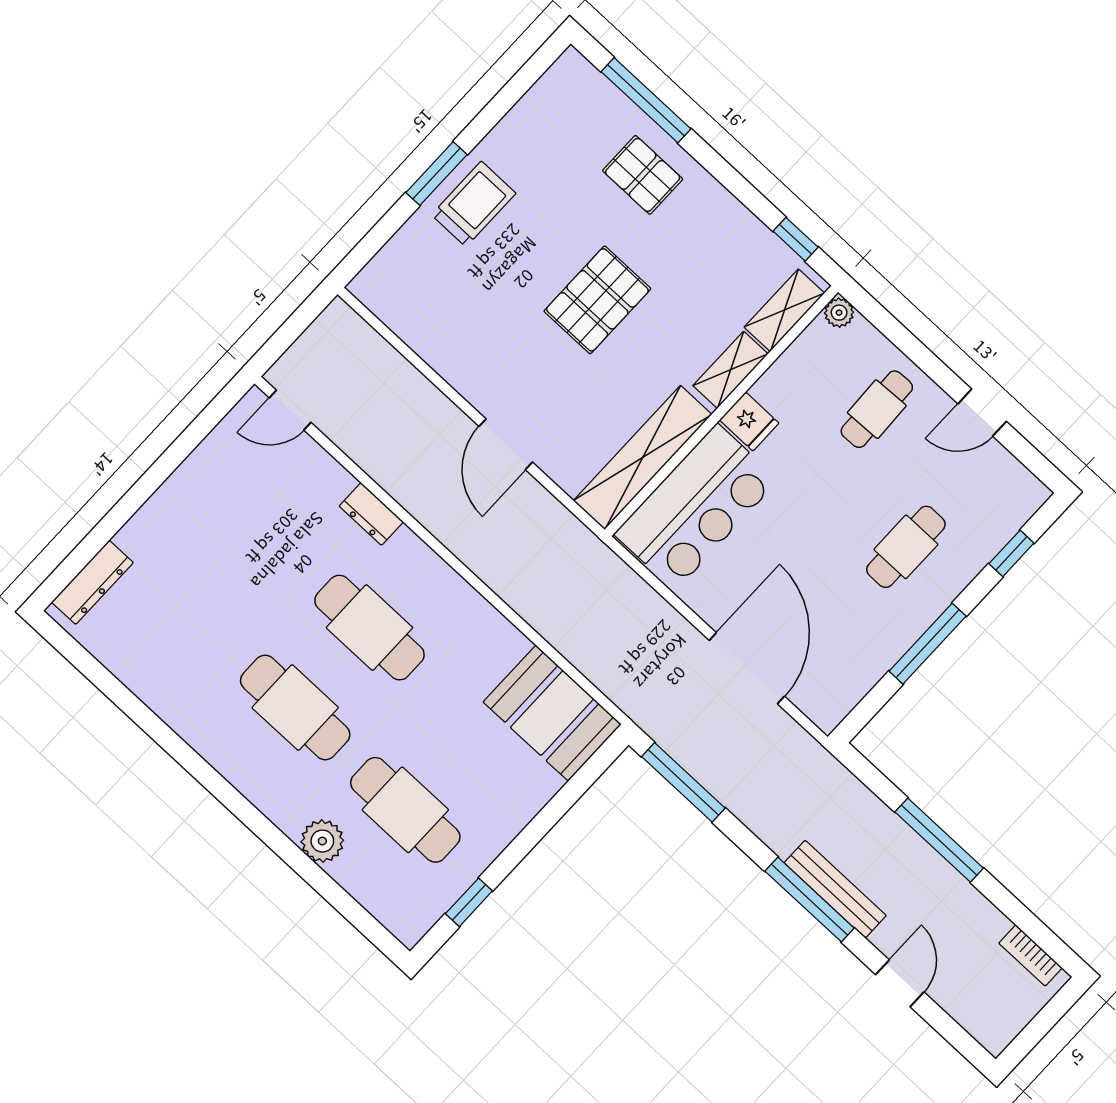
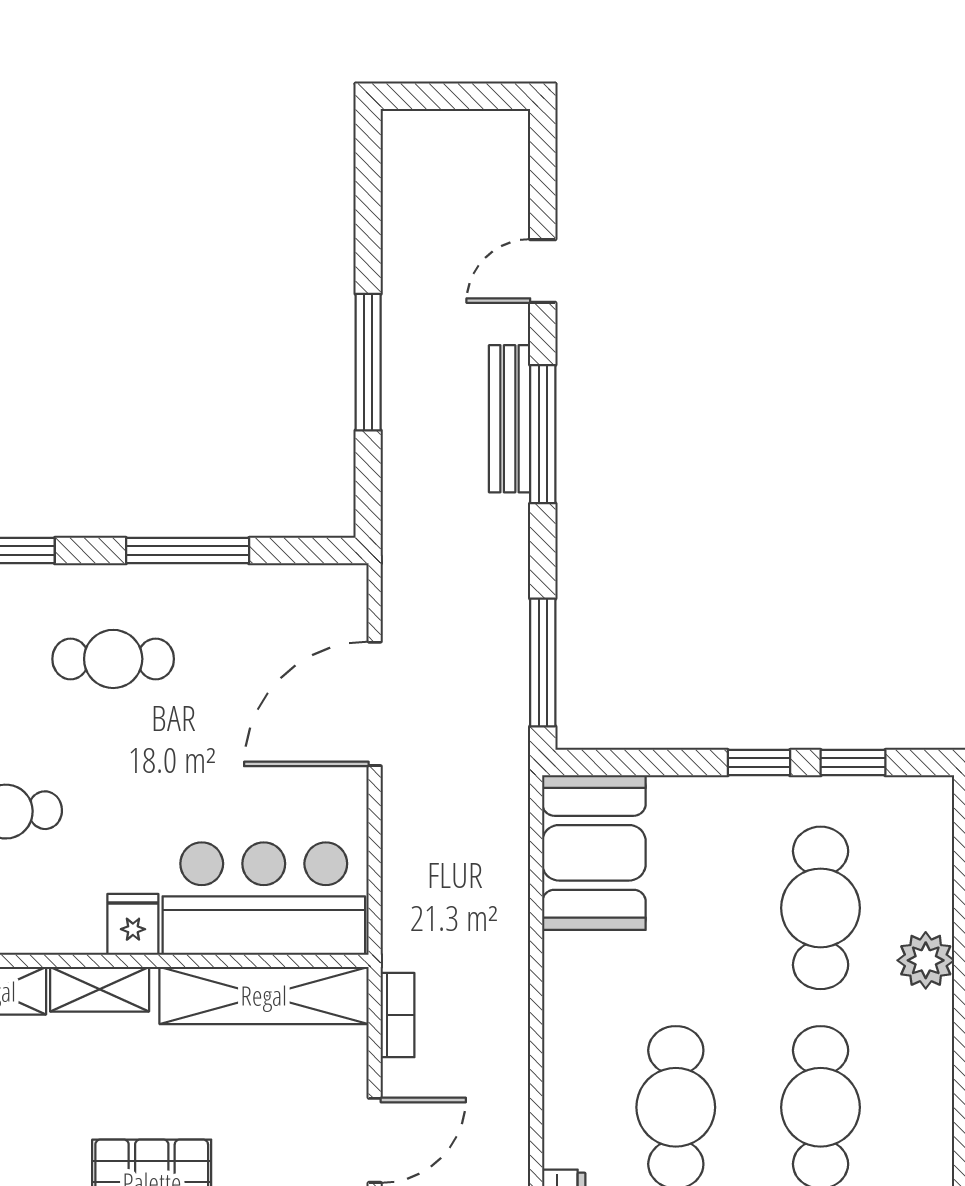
window: (517, 850) -> (759, 763), added
bookcase: (1031, 955) -> (398, 1015), moved

